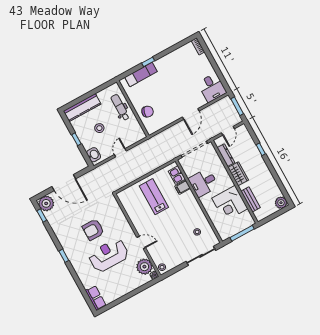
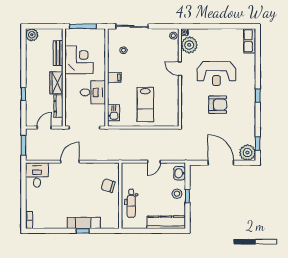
exam couch: (141, 74) -> (84, 223), moved
stool: (99, 128) -> (177, 194), moved
filing cabinet: (183, 187) -> (114, 77), moved

